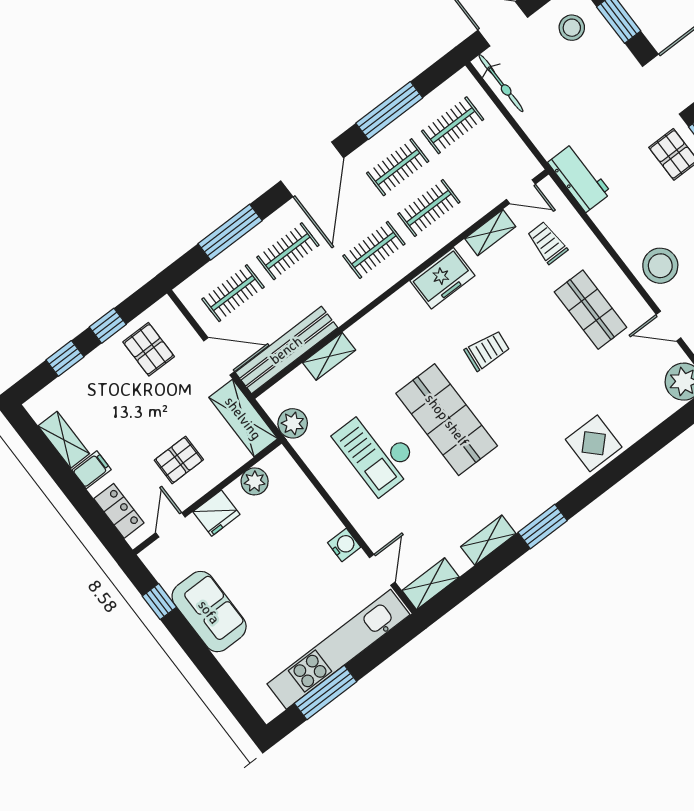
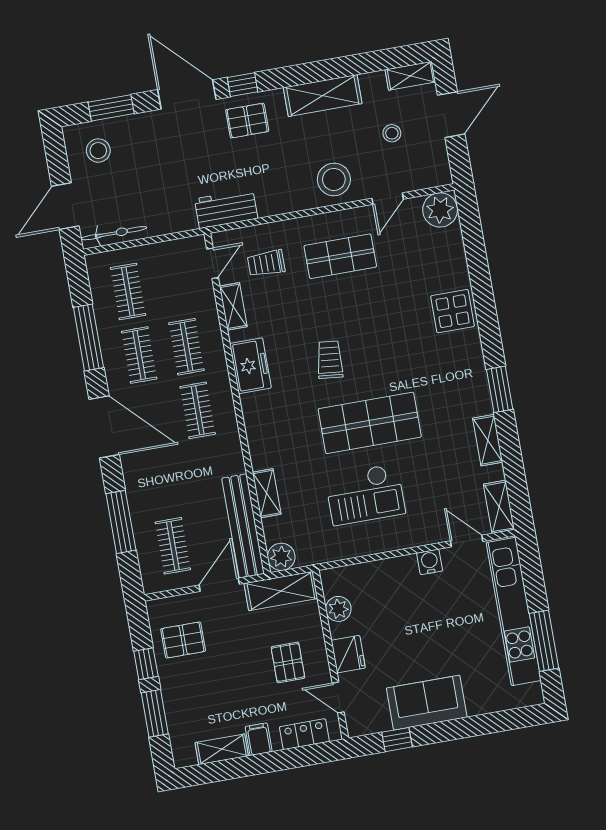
clothes rail: (288, 251) -> (162, 482), removed
window: (65, 358) -> (155, 713), width x1.50
plant: (293, 423) -> (281, 557), moved

